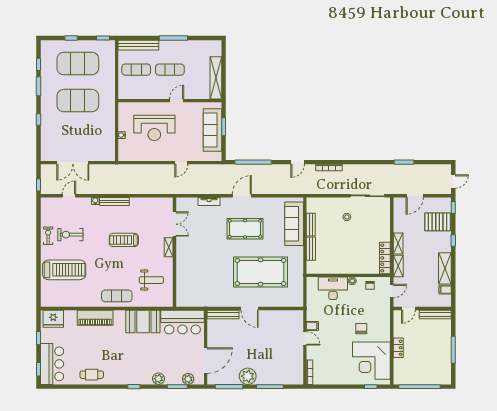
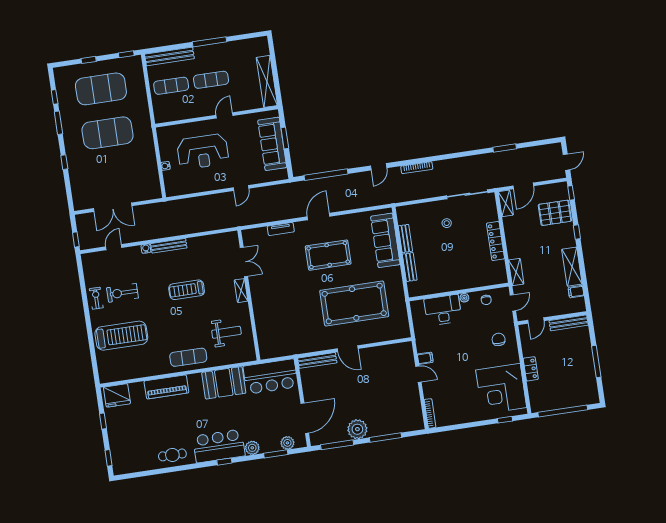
shelving: (398, 244) -> (506, 203), moved
locker: (385, 258) -> (495, 241), moved
chair: (361, 329) -> (499, 339), moved
bar counter: (52, 364) -> (219, 446), moved, turned -90

